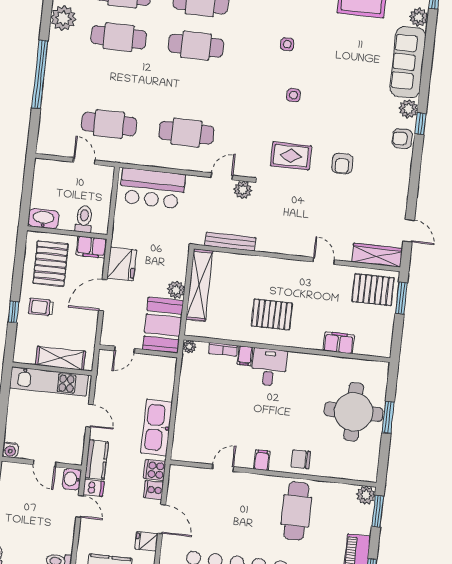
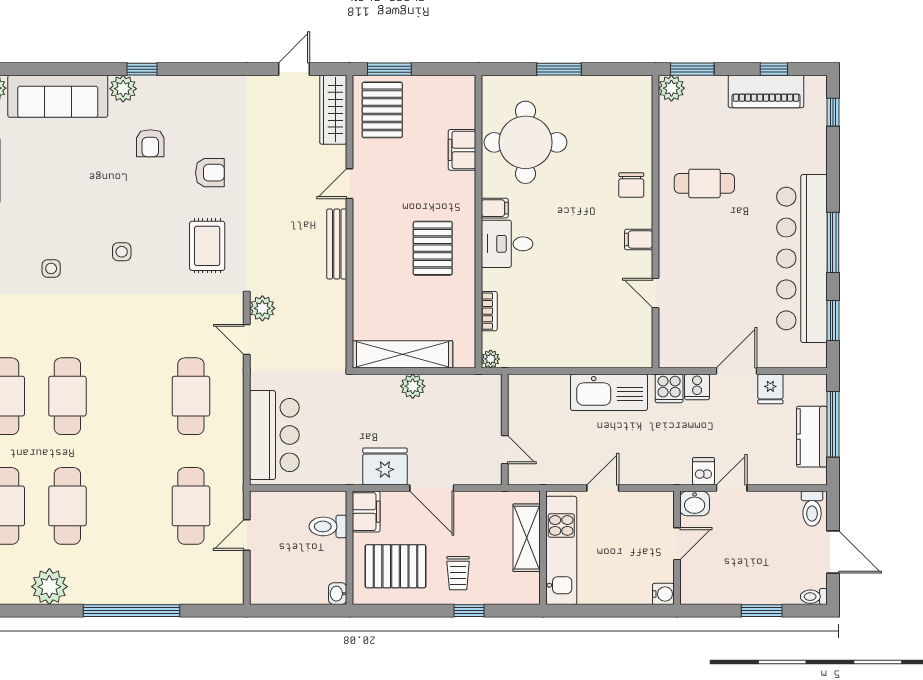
armchair: (402, 139) -> (150, 143), moved
washbasin: (43, 219) -> (338, 594), width x0.52, depth x0.69
bench: (230, 241) -> (337, 244), moved
booth: (163, 325) -> (464, 399), removed
filing cabinet: (245, 356) -> (495, 208), moved
round table: (354, 412) -> (525, 142), moved
kitchen counter: (97, 460) -> (663, 472), removed
cafe table: (296, 511) -> (704, 183), width x0.73, depth x0.74

